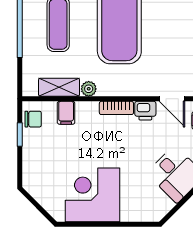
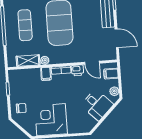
filing cabinet: (66, 113) -> (46, 74), moved
chair: (33, 119) -> (21, 108), moved

